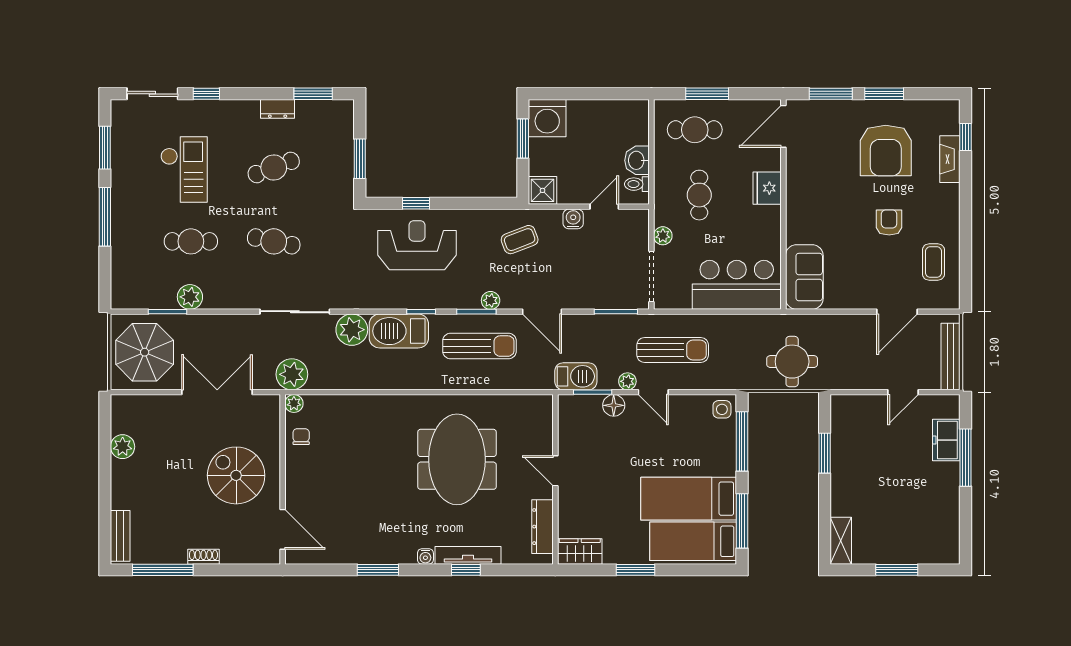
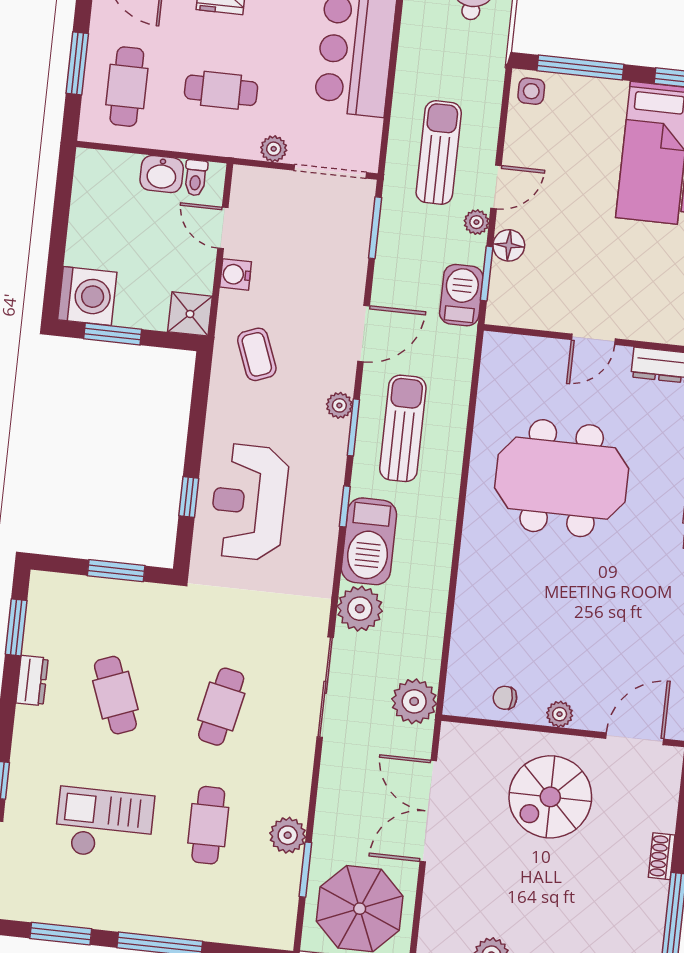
plant: (294, 404) -> (560, 714), moved

